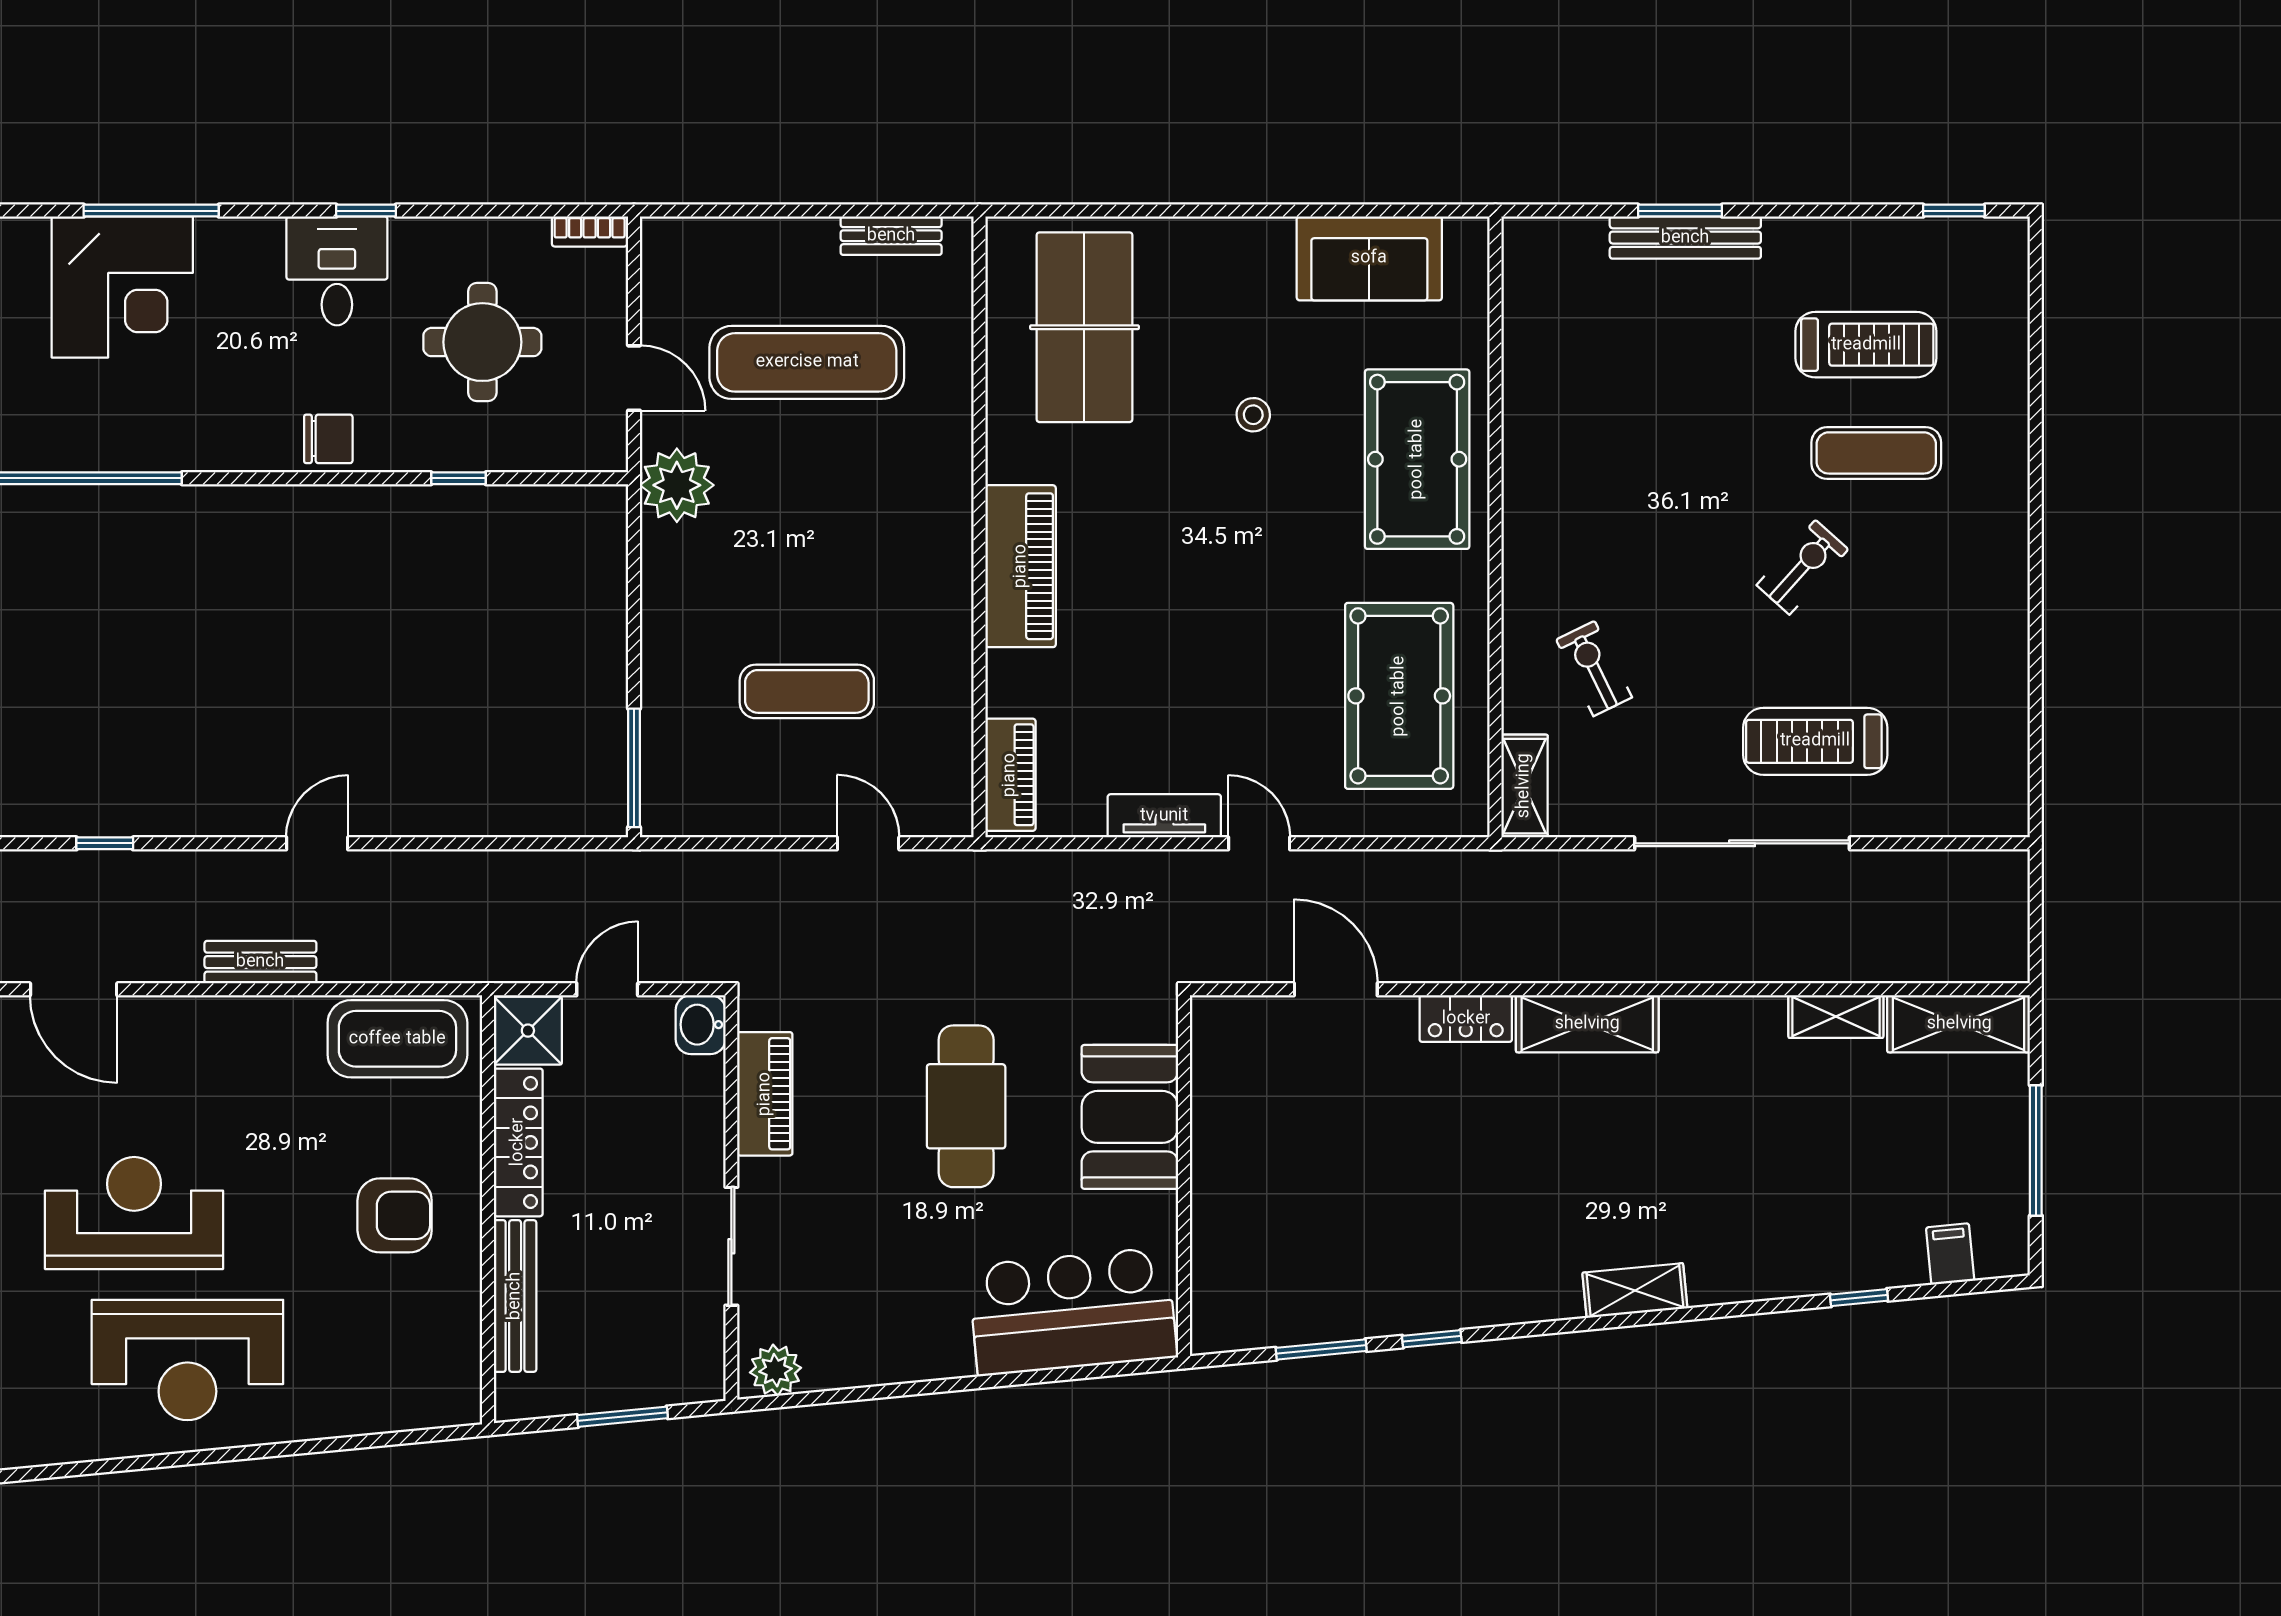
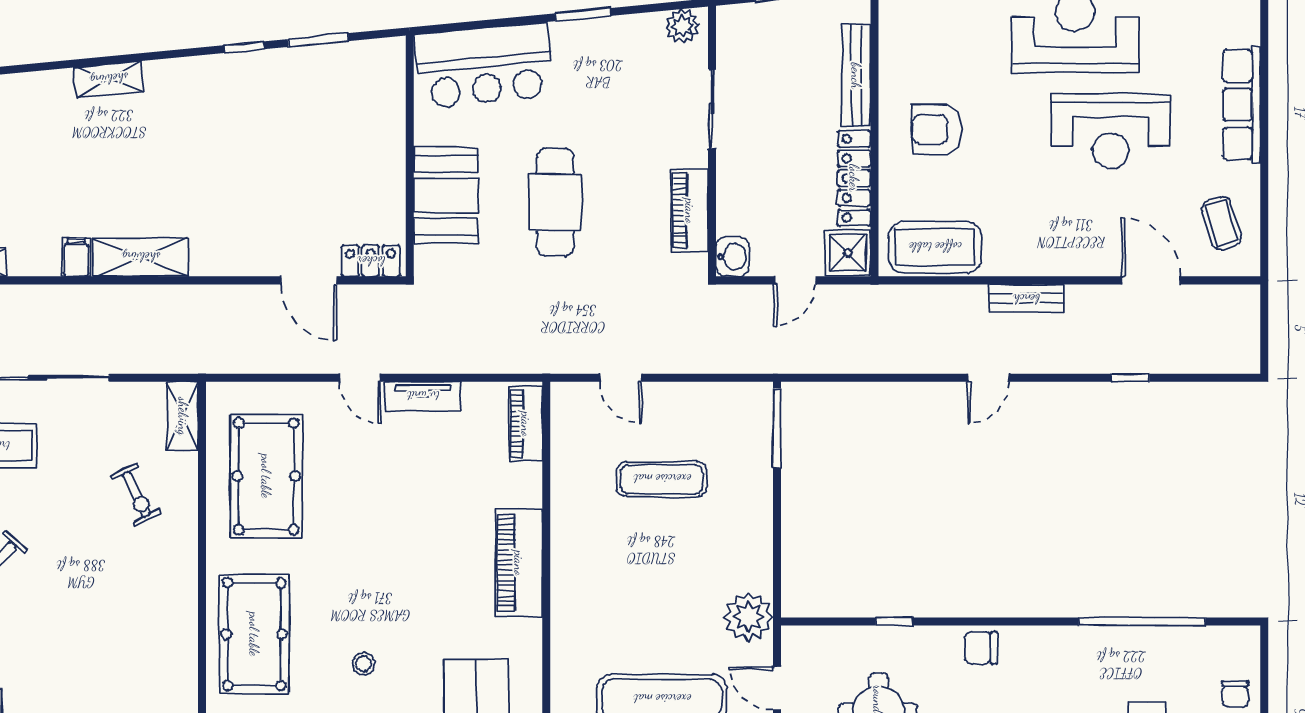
locker: (1466, 1019) -> (371, 261), moved
filing cabinet: (1684, 1024) -> (76, 257), added
window: (925, 1388) -> (583, 15), added

